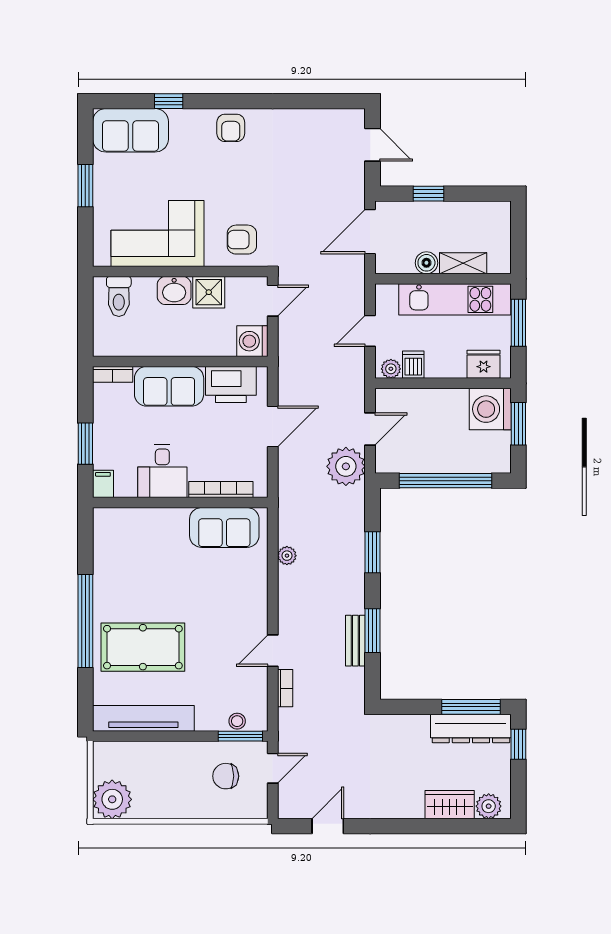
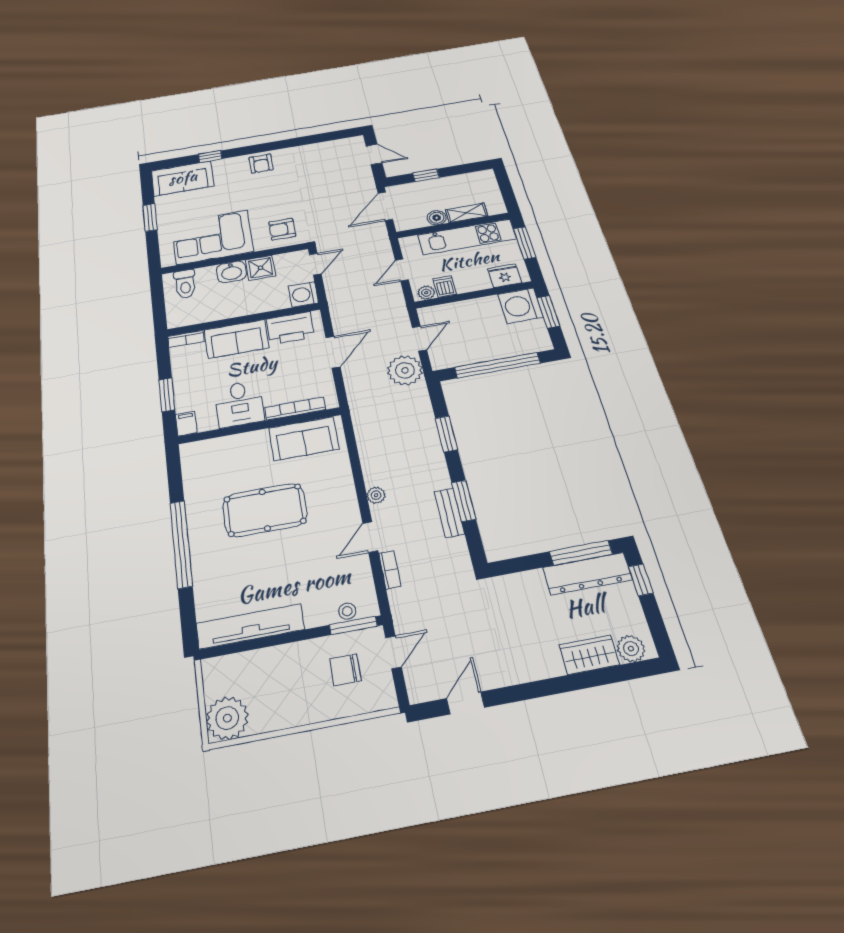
plant: (287, 556) -> (376, 495), moved
pool table: (143, 647) -> (265, 510), moved

